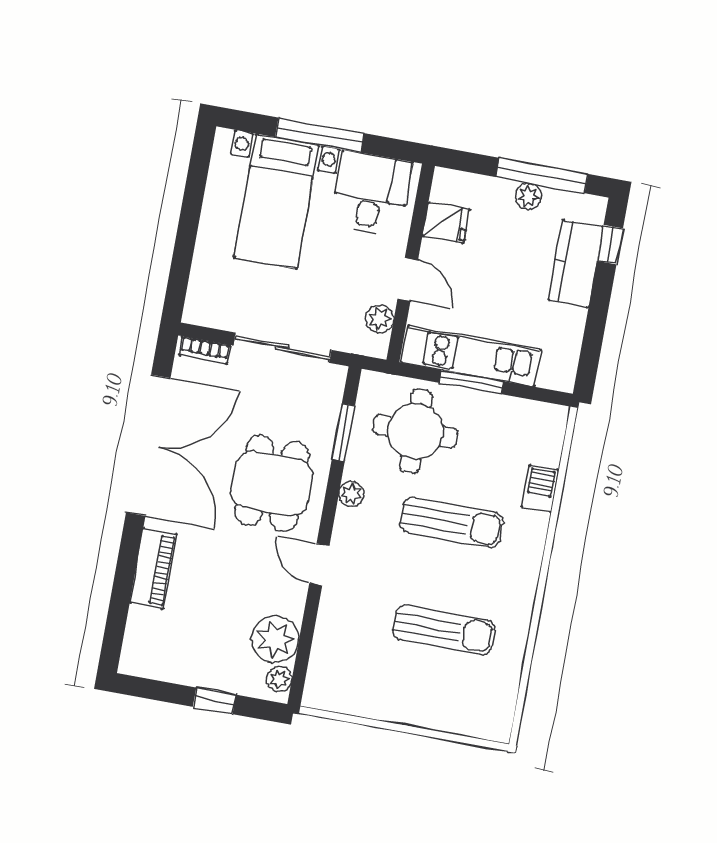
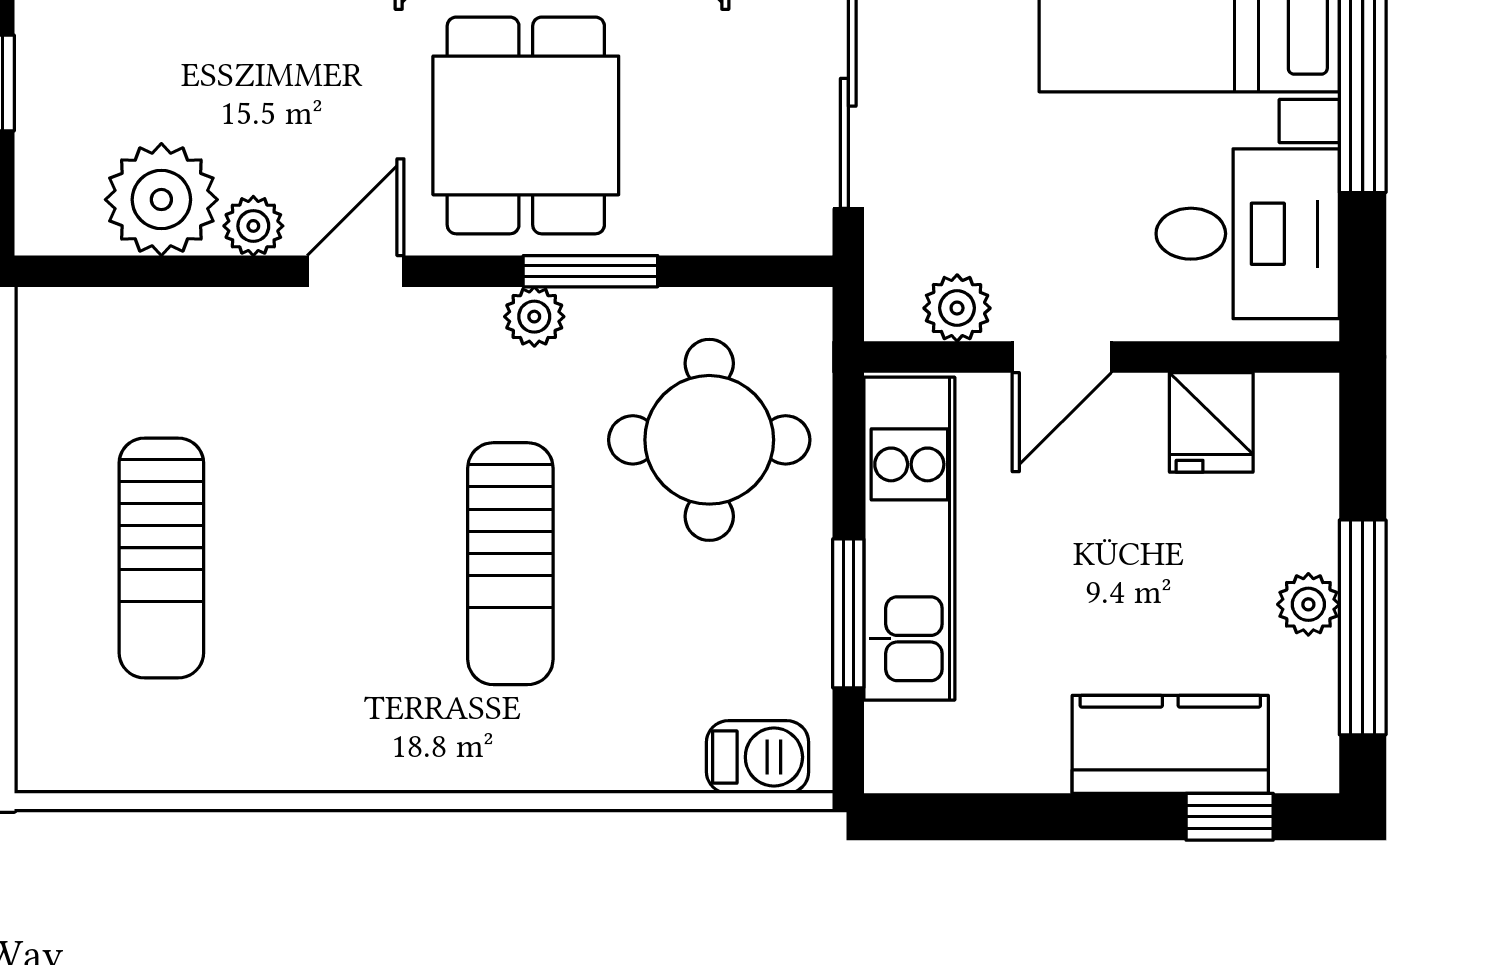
window: (471, 382) -> (848, 613), moved
window: (343, 432) -> (590, 271), moved
dining table: (272, 483) -> (526, 125), turned 90
barbecue: (540, 489) -> (758, 757), moved
sun lounger: (444, 630) -> (161, 558), moved
plant: (279, 679) -> (253, 226), moved

